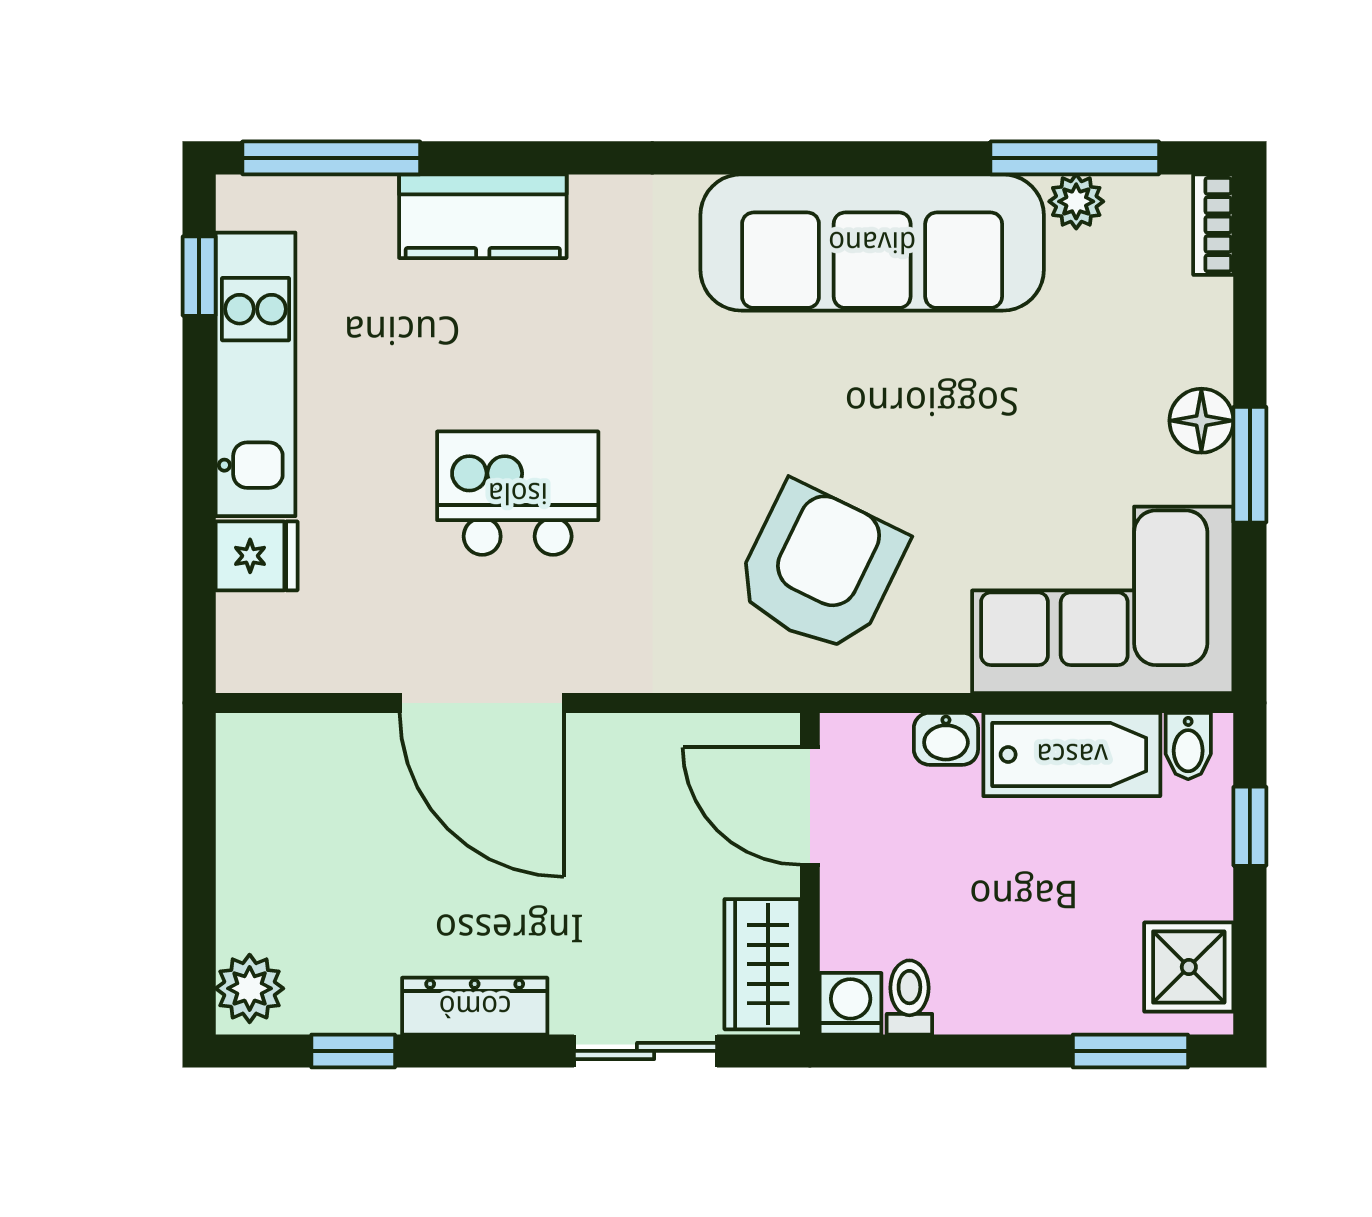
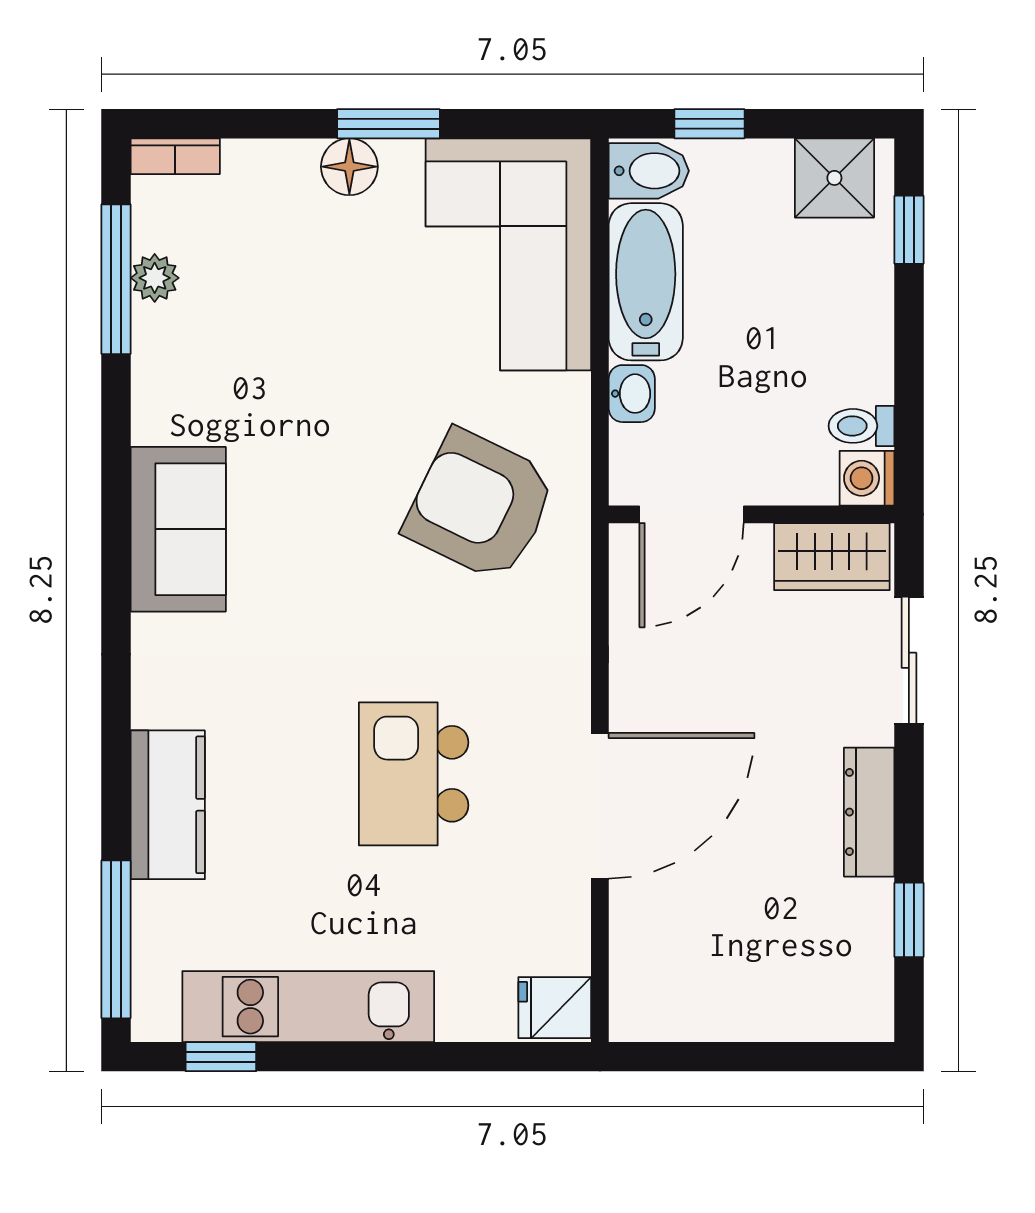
sofa: (872, 242) -> (178, 529), width x0.54, depth x0.79
fridge: (257, 556) -> (555, 1008), moved, turned -90
bidet: (1188, 746) -> (649, 171), width x1.38, depth x1.36
plant: (250, 988) -> (853, 1012), removed
window: (1130, 1051) -> (909, 230), width x0.67

